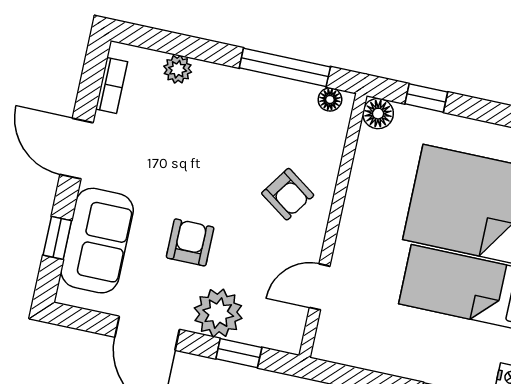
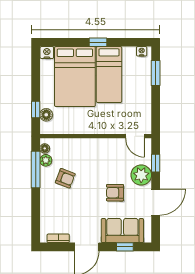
plant: (178, 69) -> (46, 160), moved
floor lamp: (378, 114) -> (46, 115), moved
armchair: (288, 194) -> (65, 178), moved, turned 76
door: (320, 287) -> (135, 136), moved

